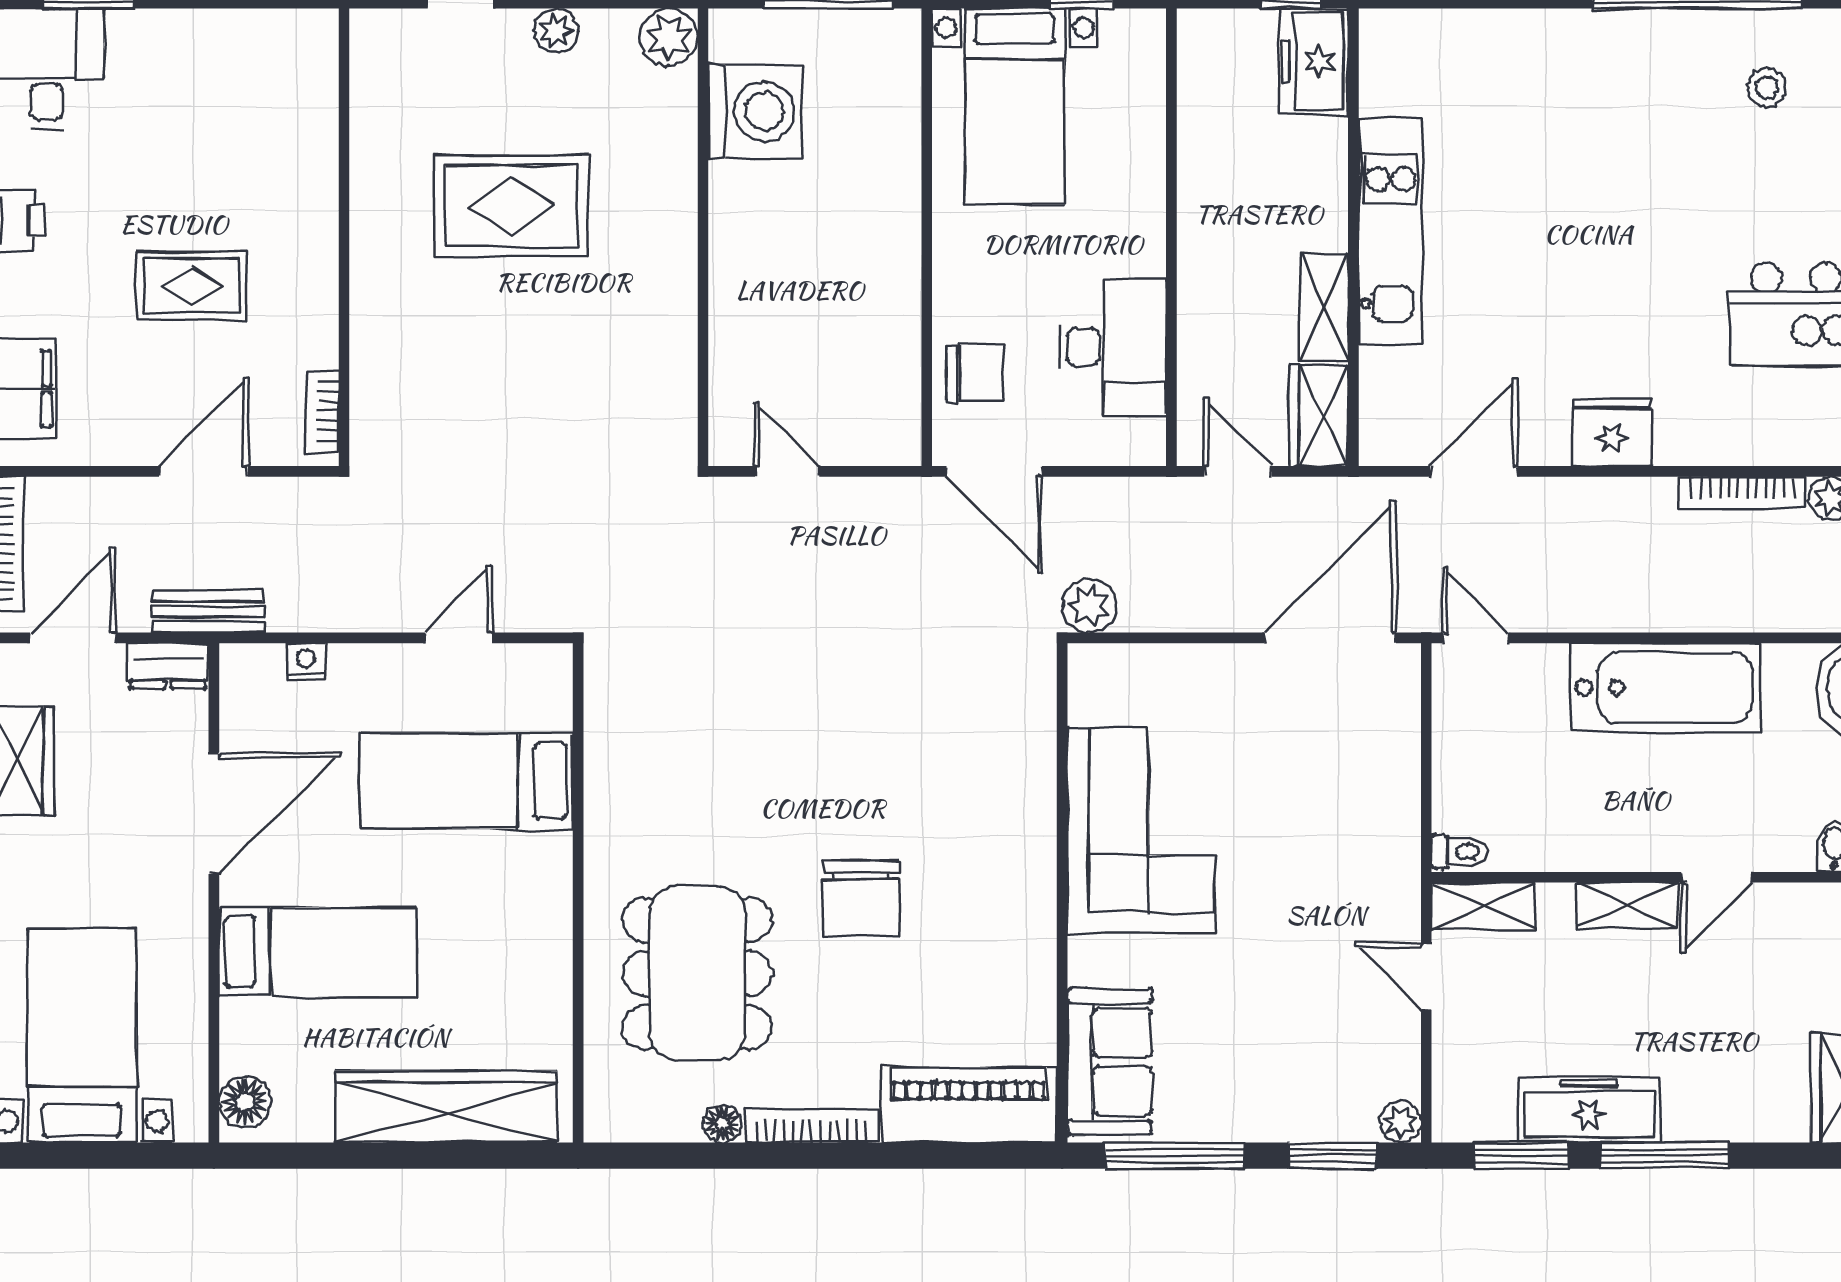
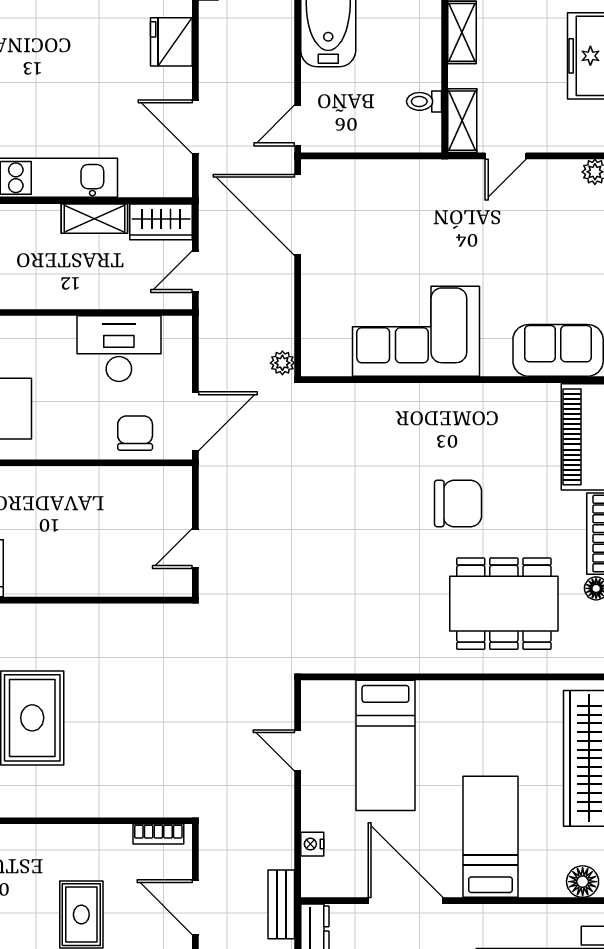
plant: (1089, 606) -> (282, 363), width x0.73, depth x0.73
toilet: (1460, 851) -> (424, 101), moved, turned -90

